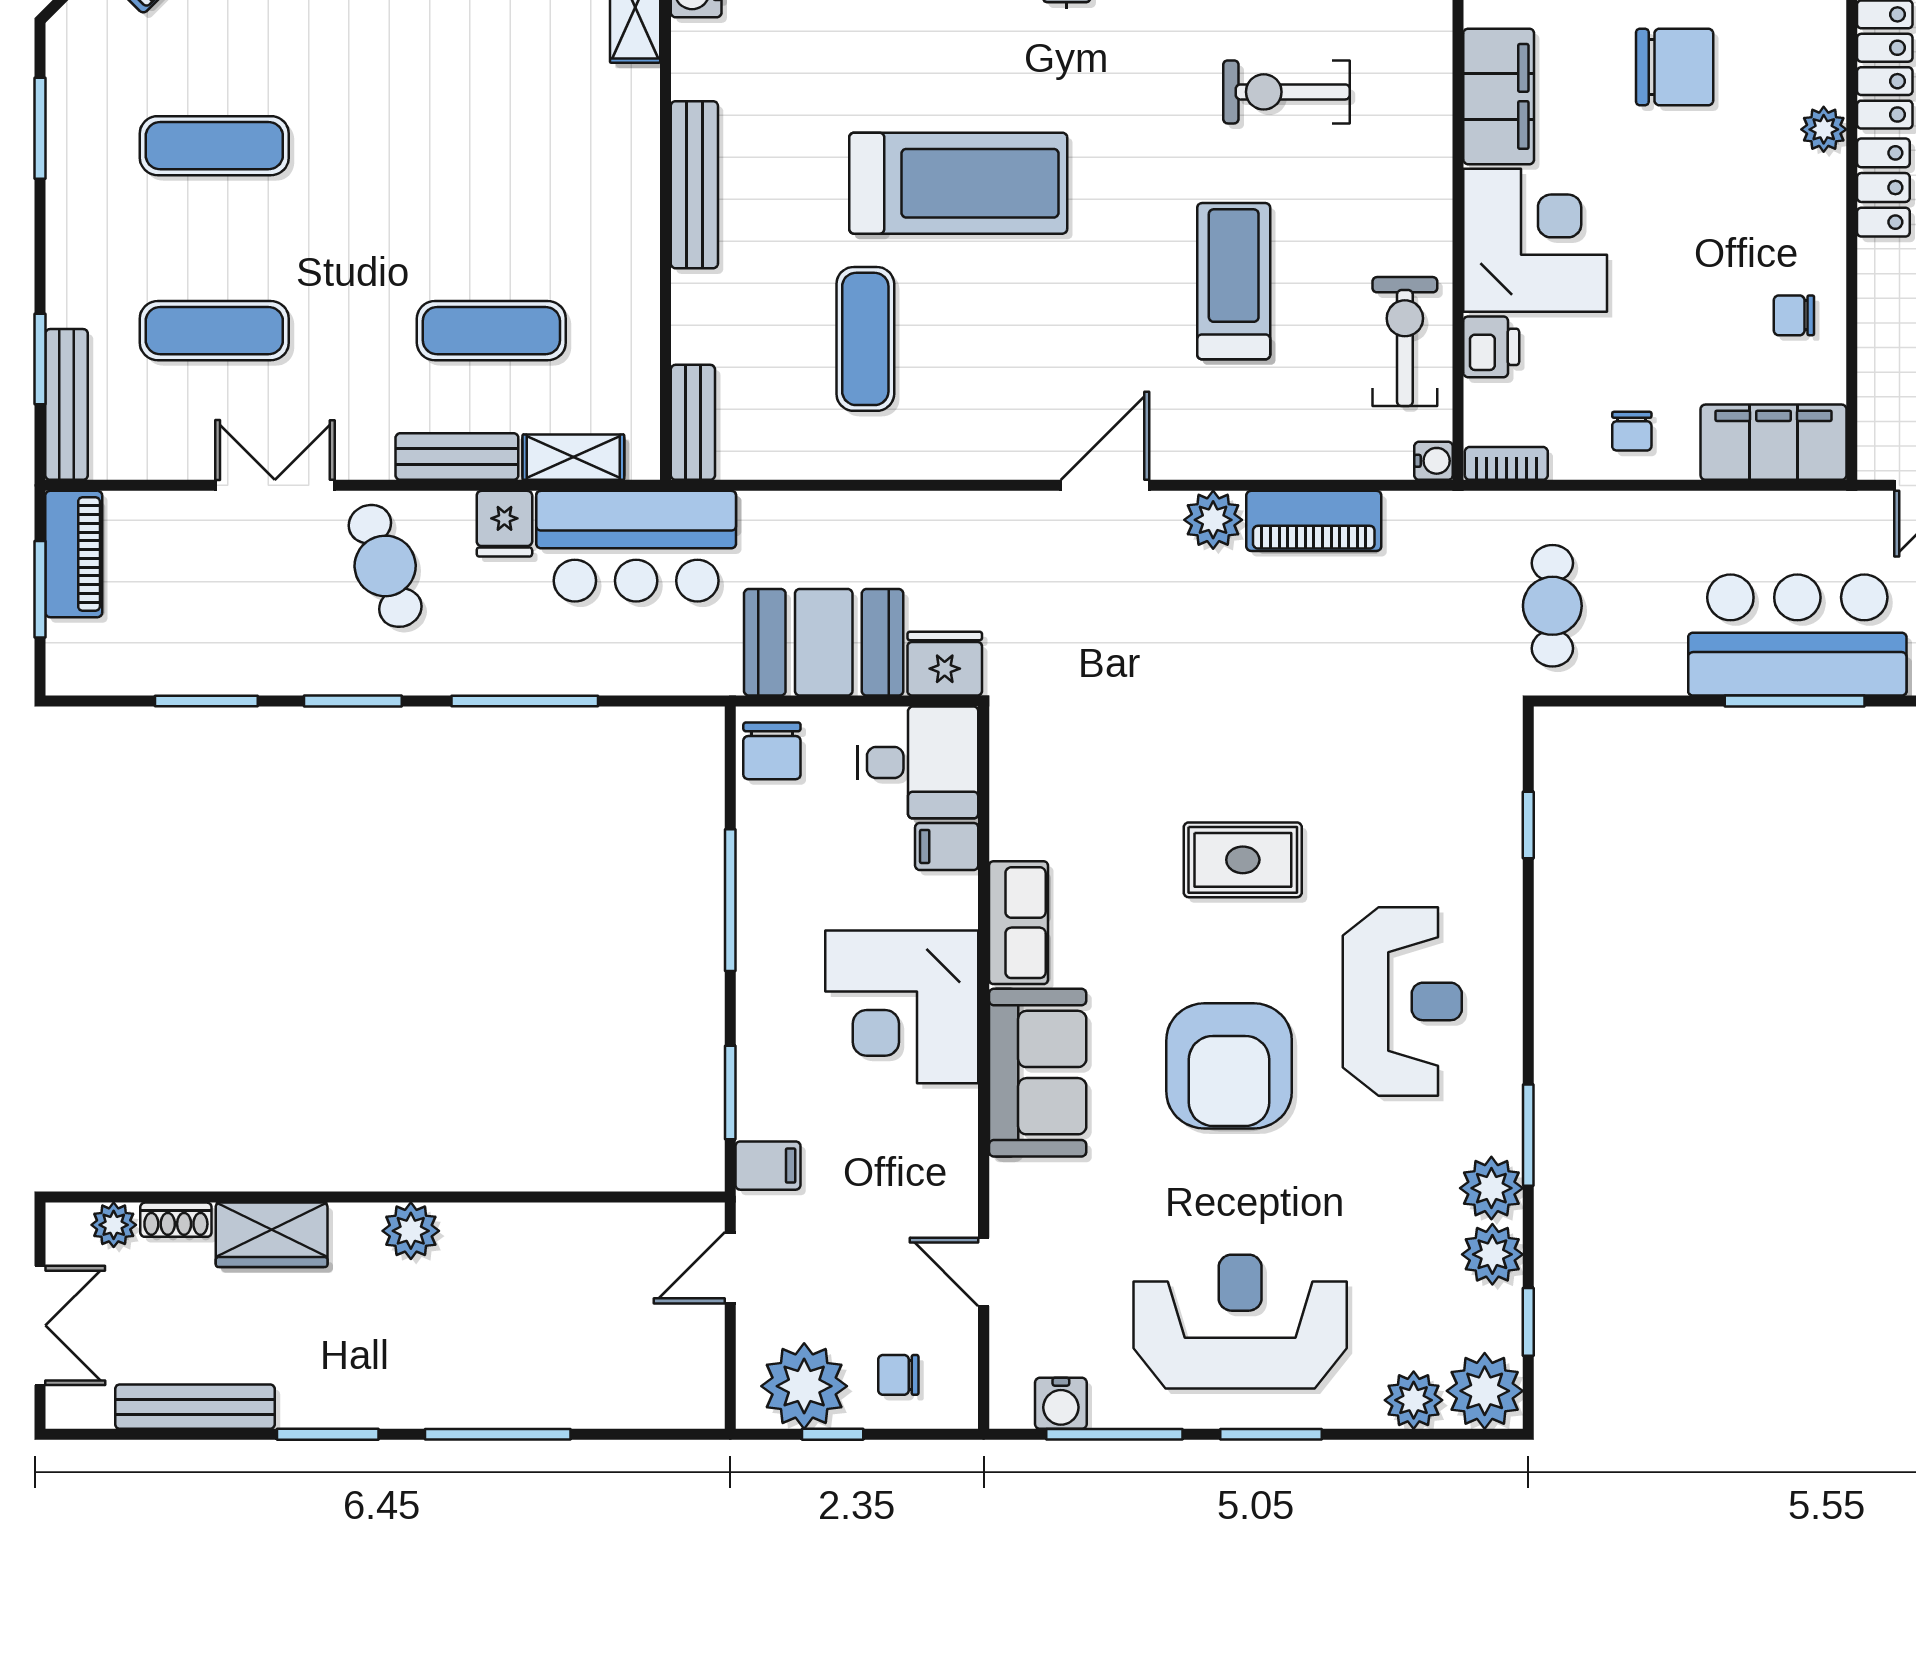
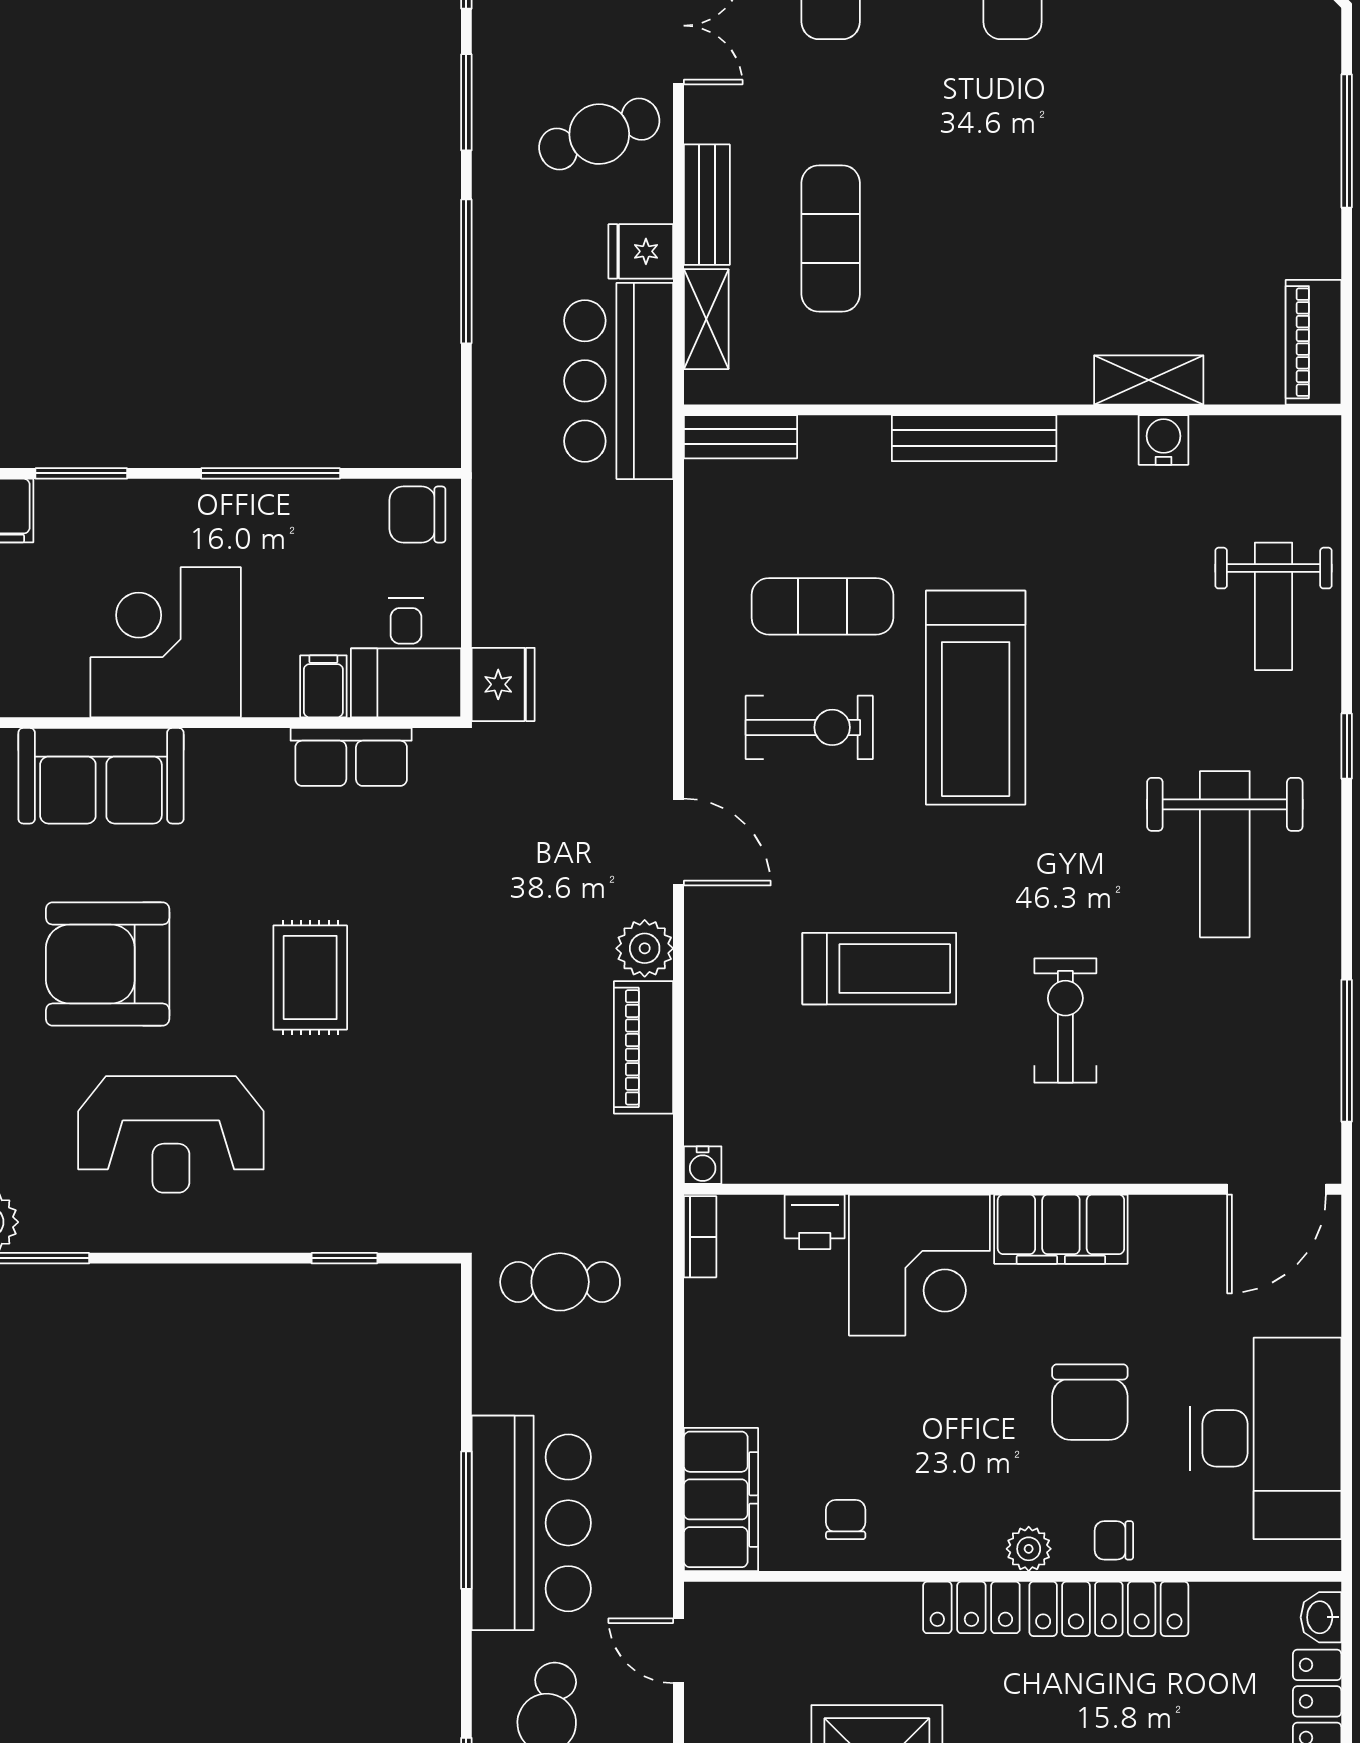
exercise bike: (1405, 342) -> (809, 727), moved
chair: (1632, 431) -> (1114, 1540), moved
booth: (824, 642) -> (524, 565), removed
row of seats: (1018, 923) -> (351, 757), moved

